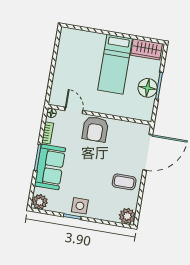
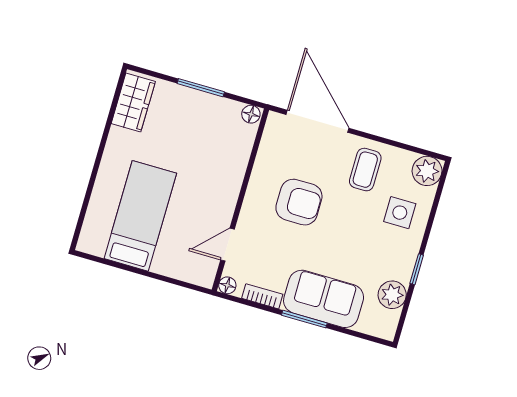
bed: (115, 64) -> (140, 216), moved, turned -90
floor lamp: (148, 88) -> (251, 114), moved, width x0.53, depth x0.53
armchair: (95, 129) -> (299, 202), moved
plant: (40, 202) -> (392, 295), moved
side table: (80, 206) -> (400, 213), moved

